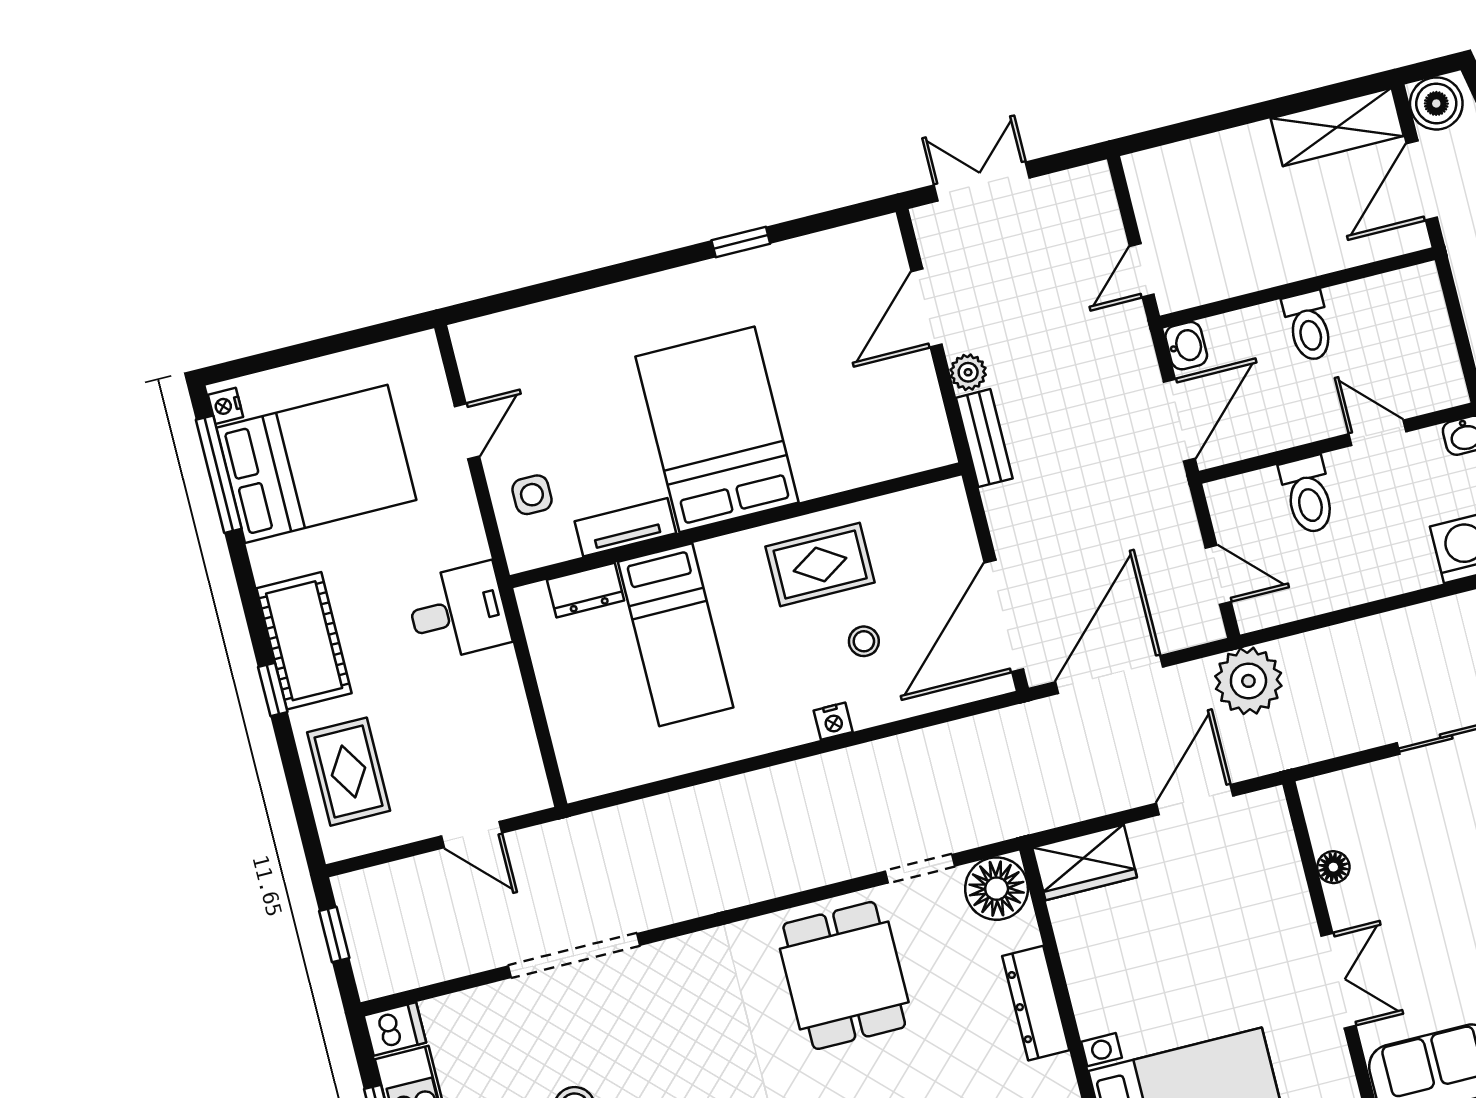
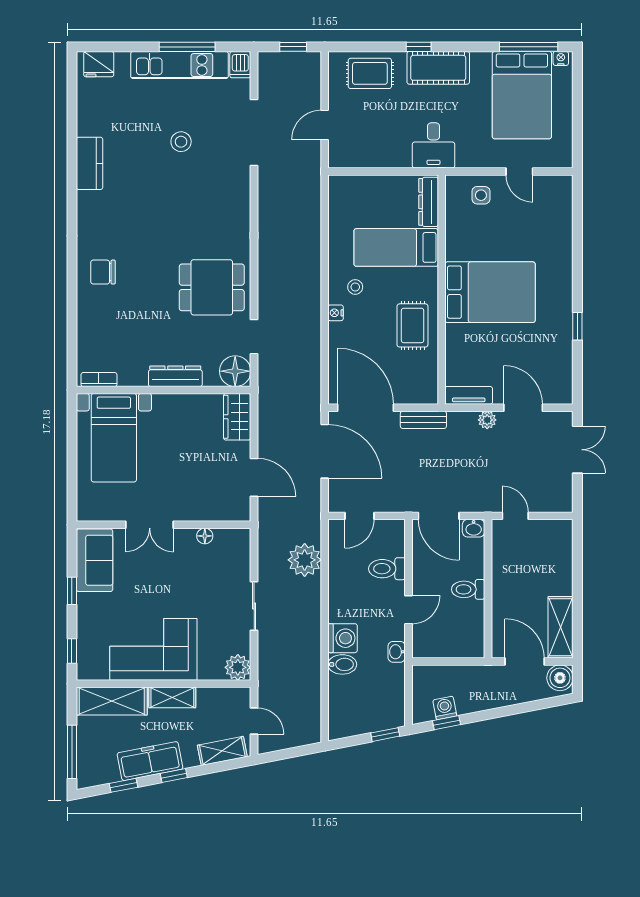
bench: (984, 438) -> (423, 420), moved
tv unit: (625, 527) -> (469, 395), moved, turned -90
dresser: (586, 590) -> (429, 202), width x1.44
stool: (864, 641) -> (355, 287), moved
plant: (1248, 681) -> (305, 560), moved
doorway: (574, 956) -> (254, 132), moved

